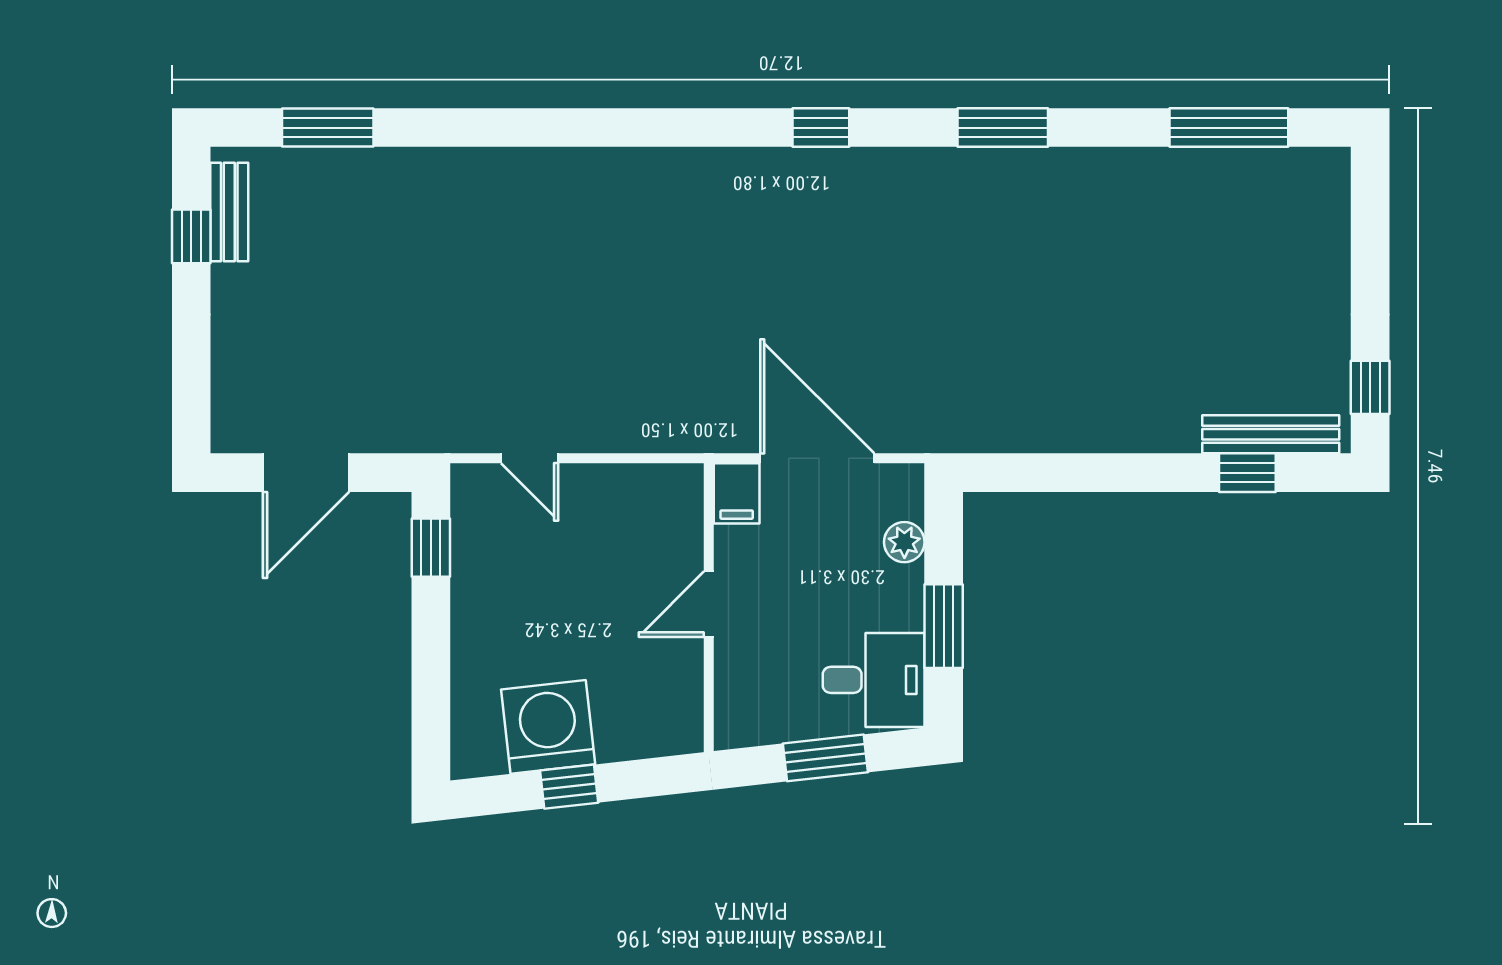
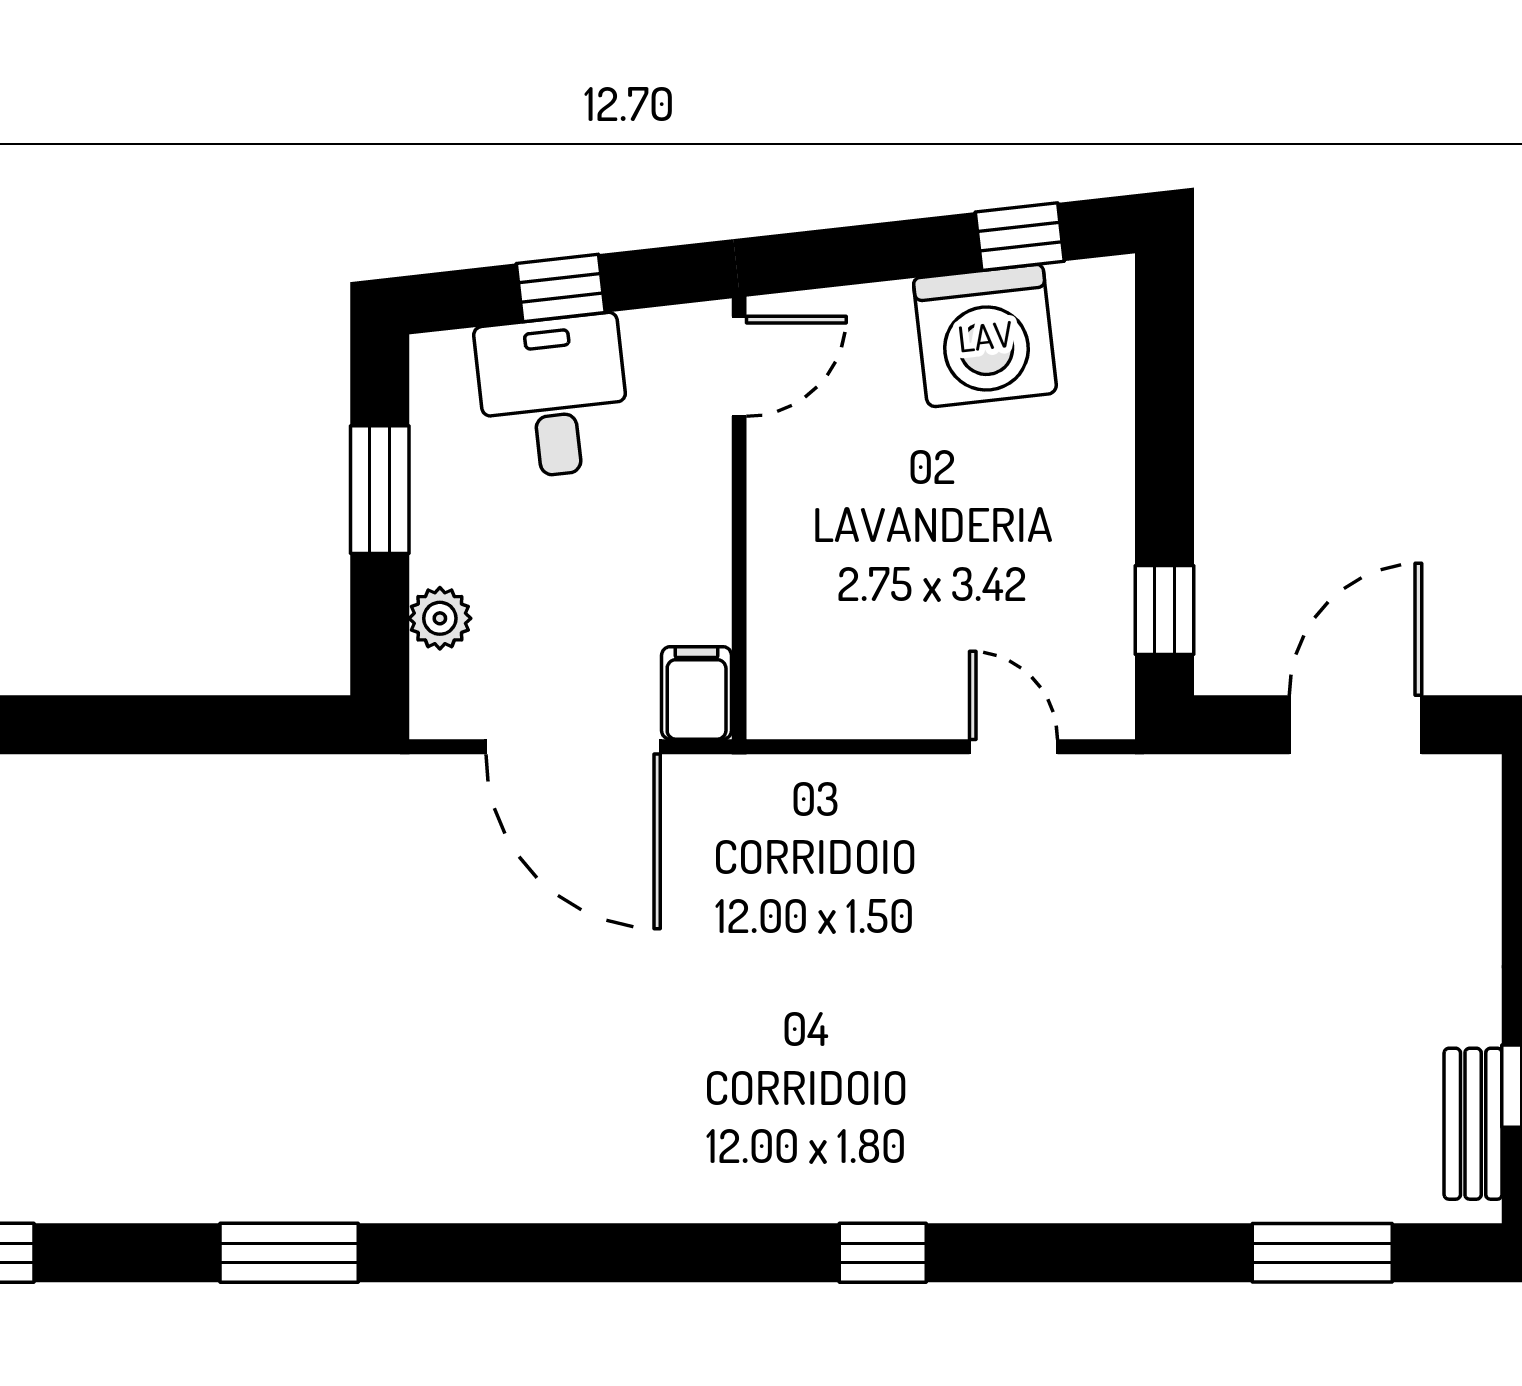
window: (821, 128) -> (883, 1253), moved
door: (709, 604) -> (739, 366), moved
desk: (874, 680) -> (553, 397), moved, turned 84
window: (825, 758) -> (561, 288), width x0.67
window: (569, 787) -> (1020, 237), moved

